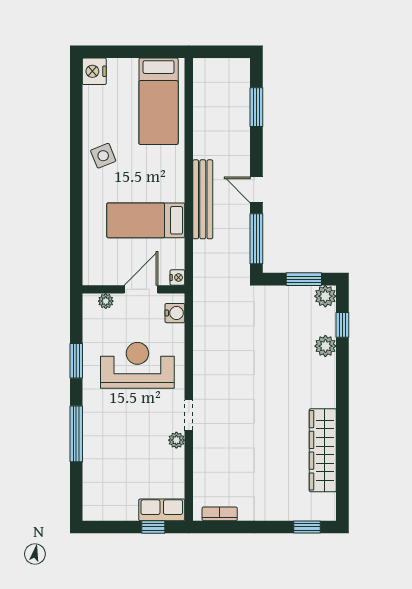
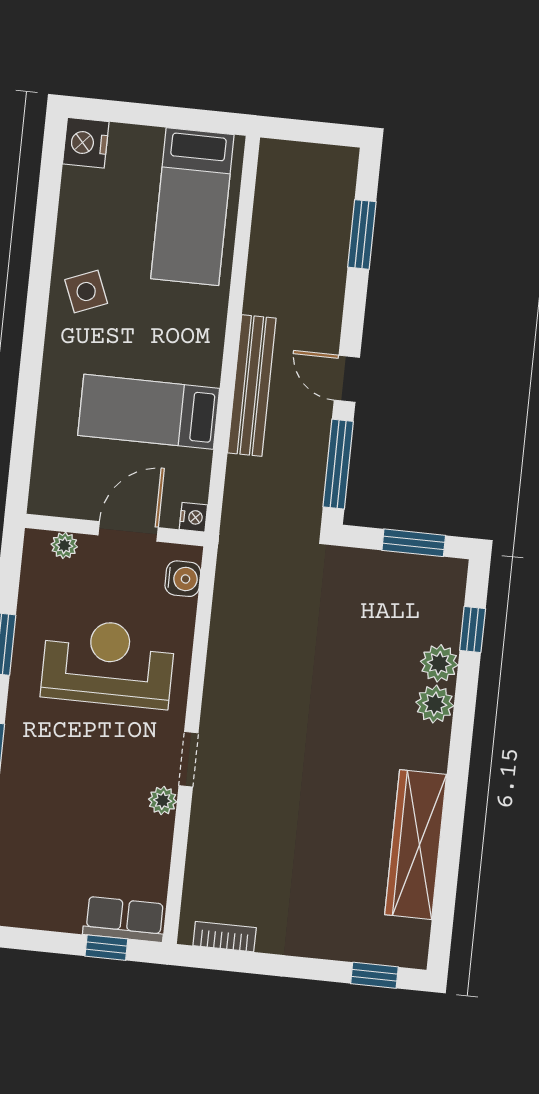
plant: (325, 296) -> (435, 704), moved

